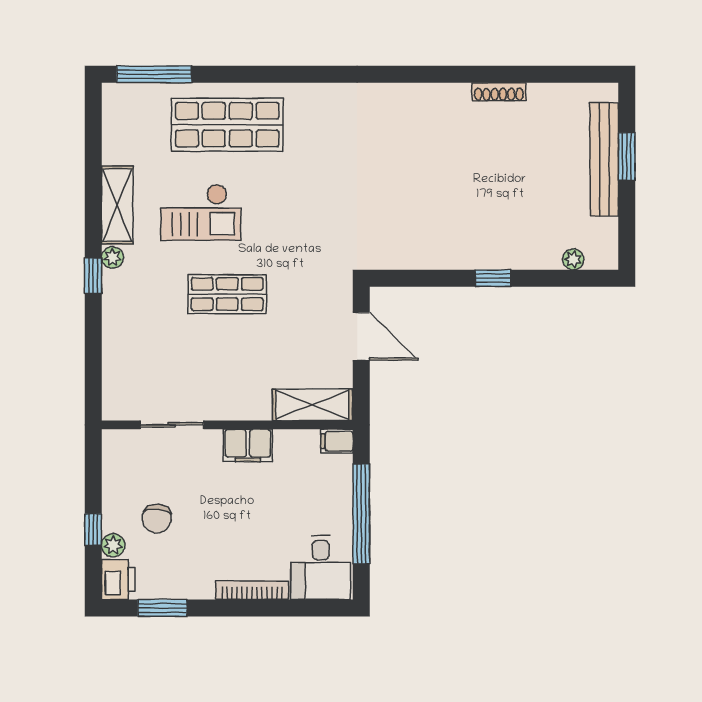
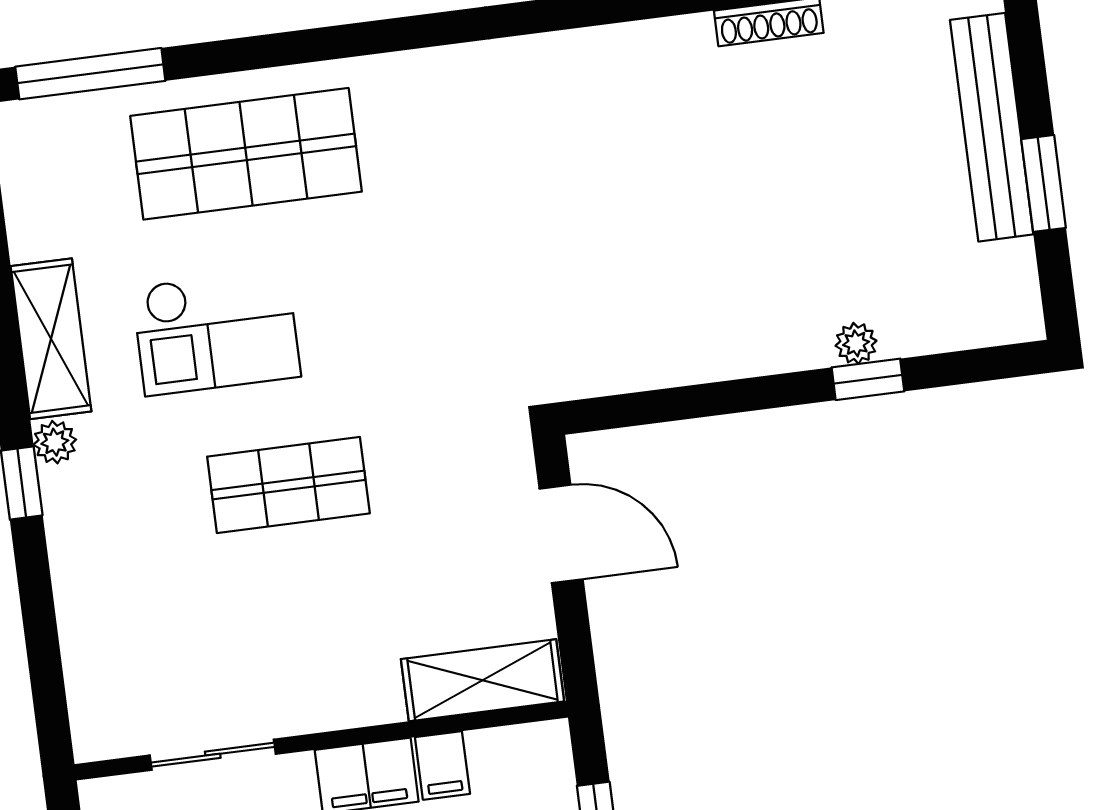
window: (627, 157) -> (1044, 183), moved
plant: (573, 259) -> (856, 343), moved
window: (493, 278) -> (868, 379), moved
filing cabinet: (337, 441) -> (442, 765), moved, turned -90

